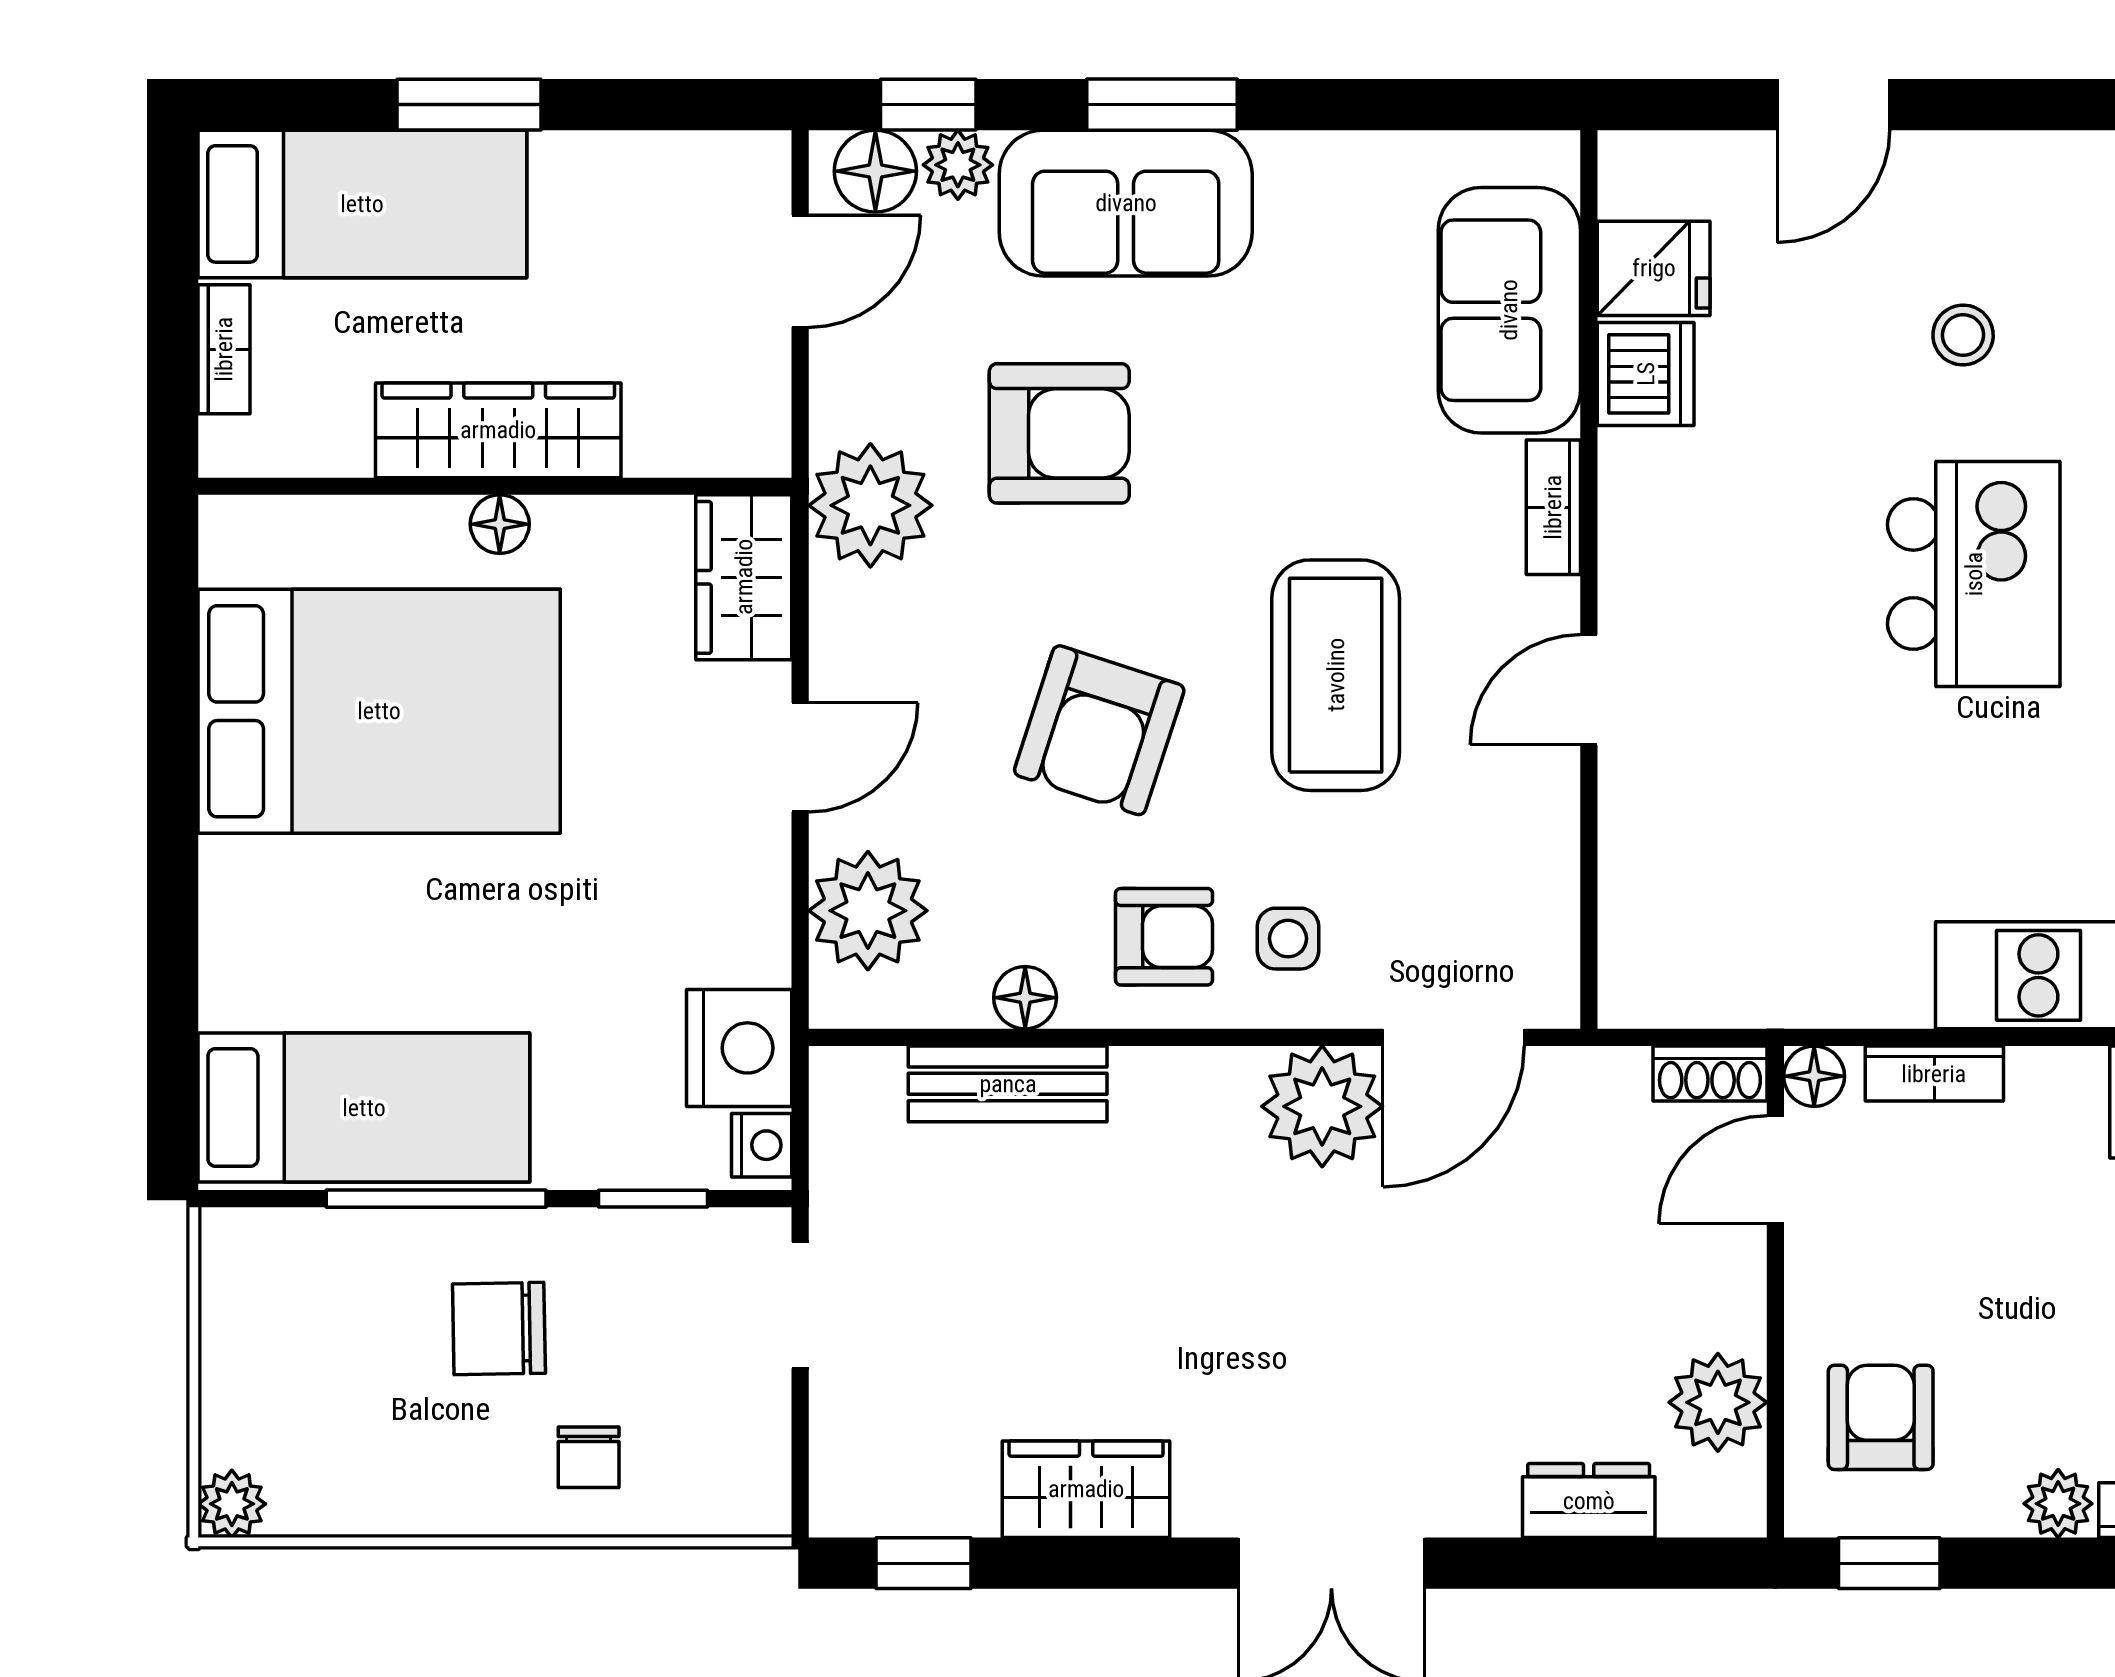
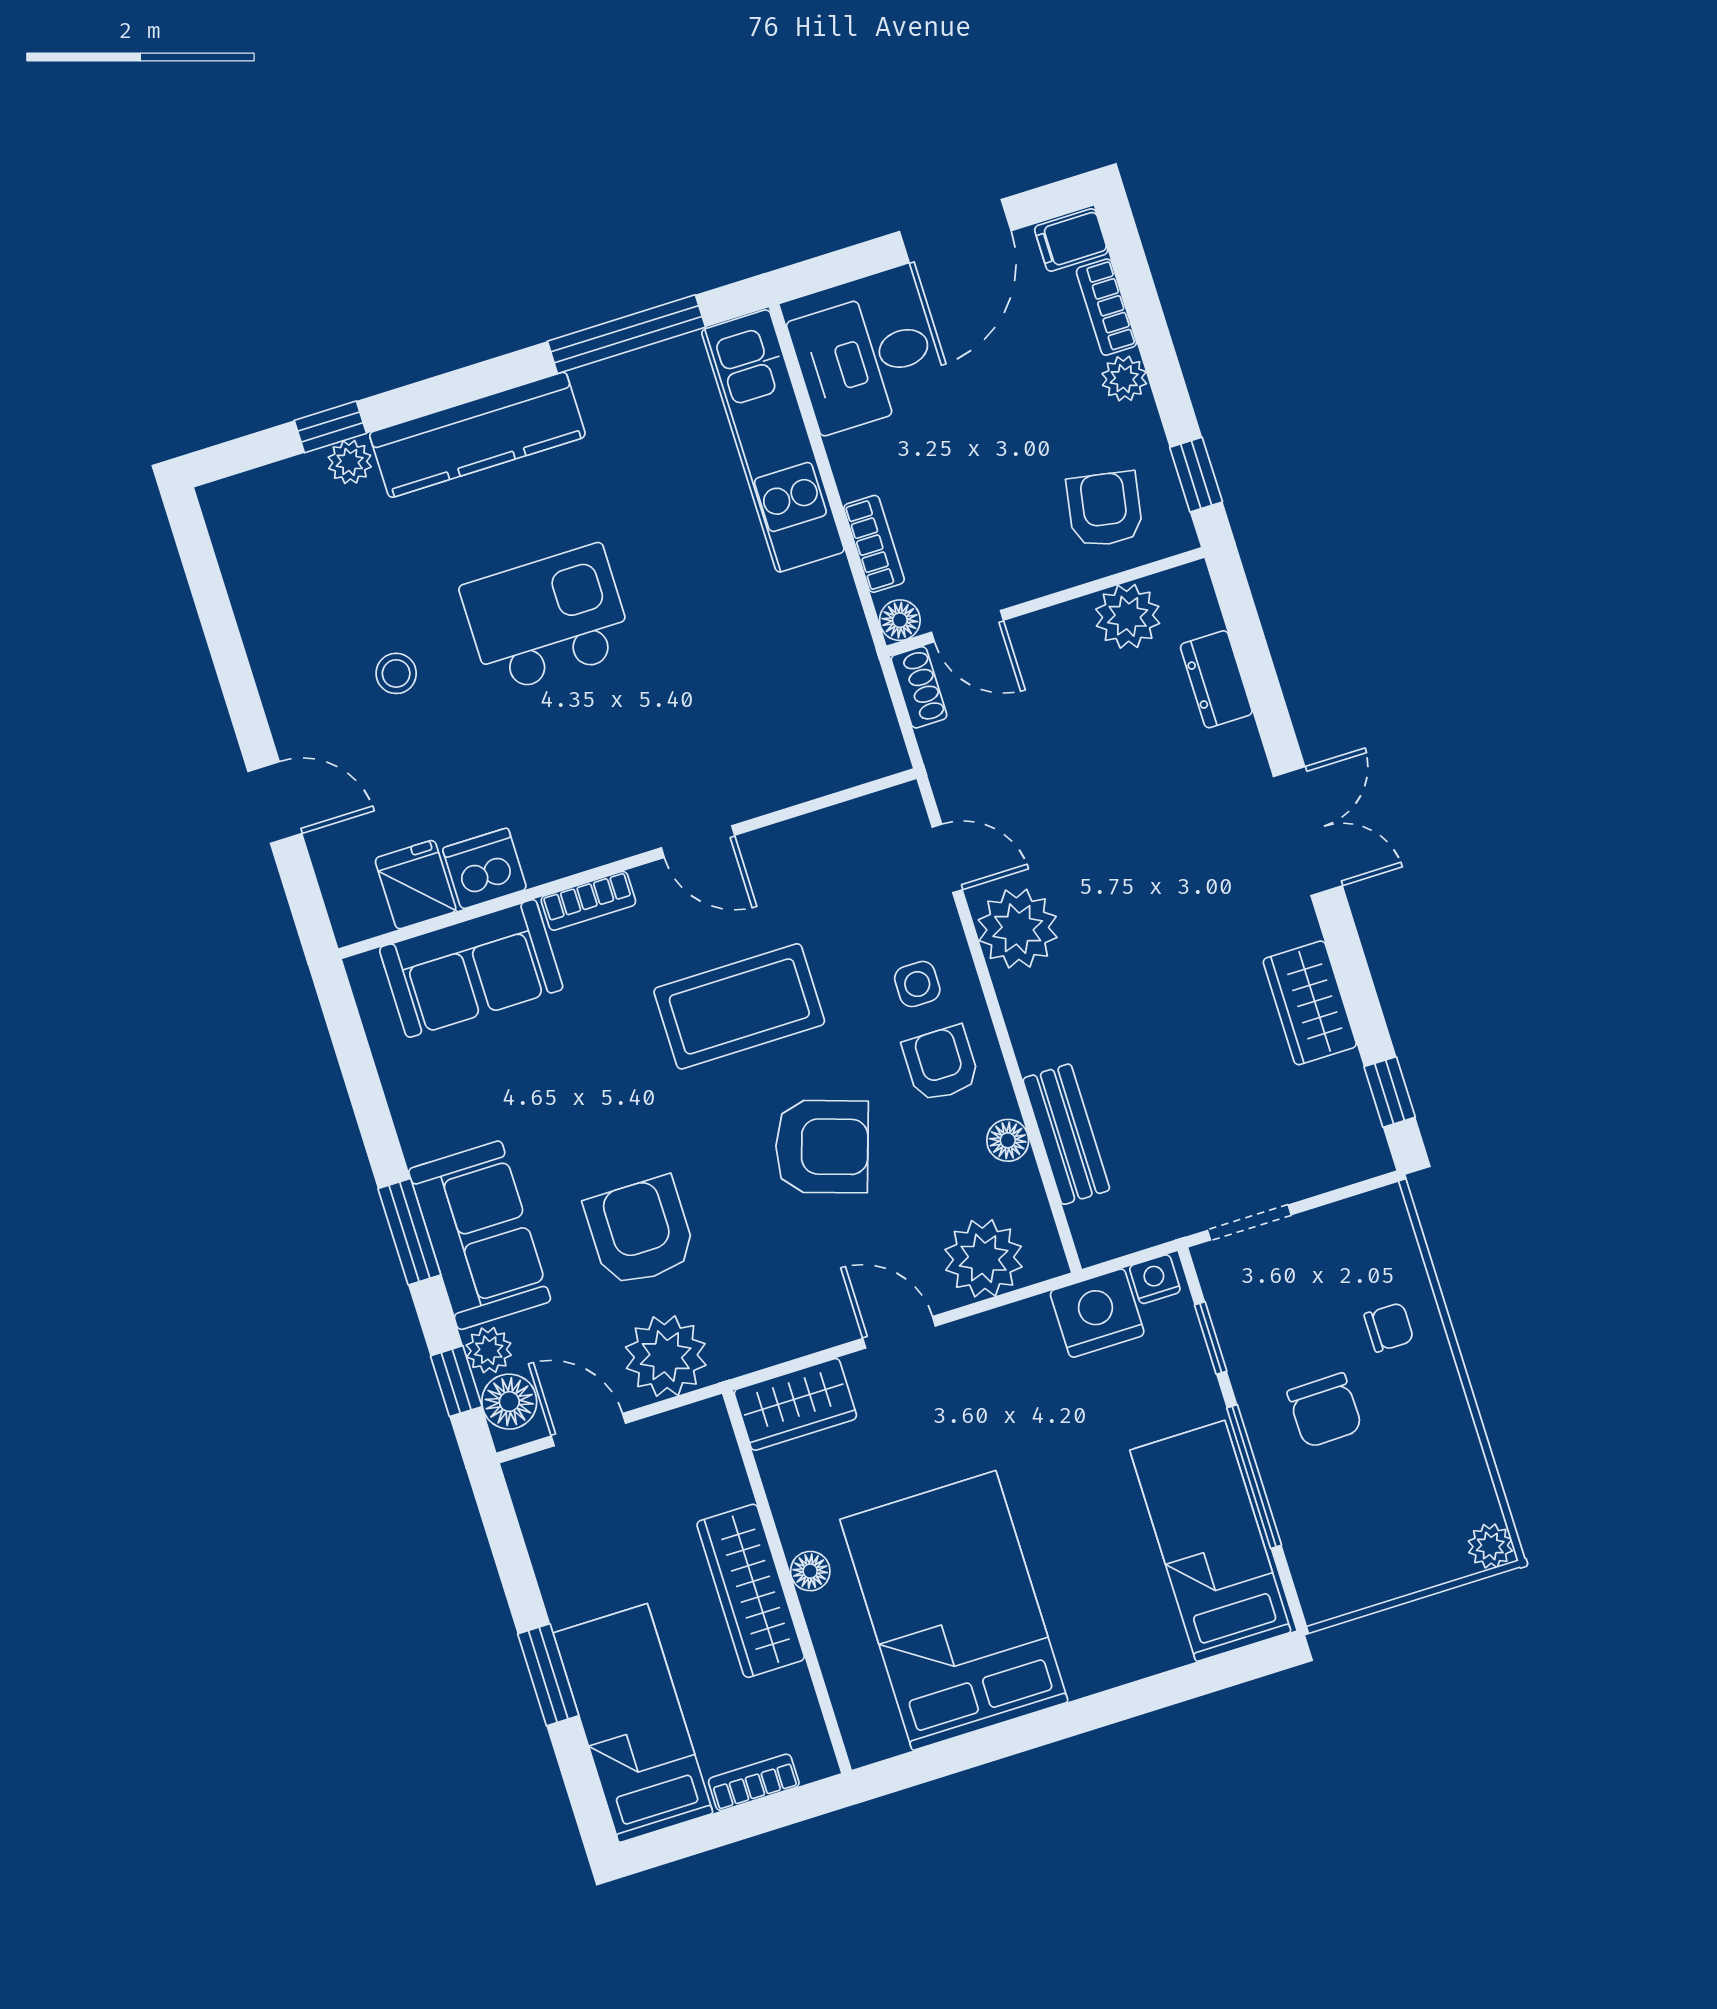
plant: (870, 505) -> (666, 1356), moved
door: (1454, 1037) -> (947, 858), width x0.73
armchair: (1881, 1417) -> (1105, 509), turned 100

